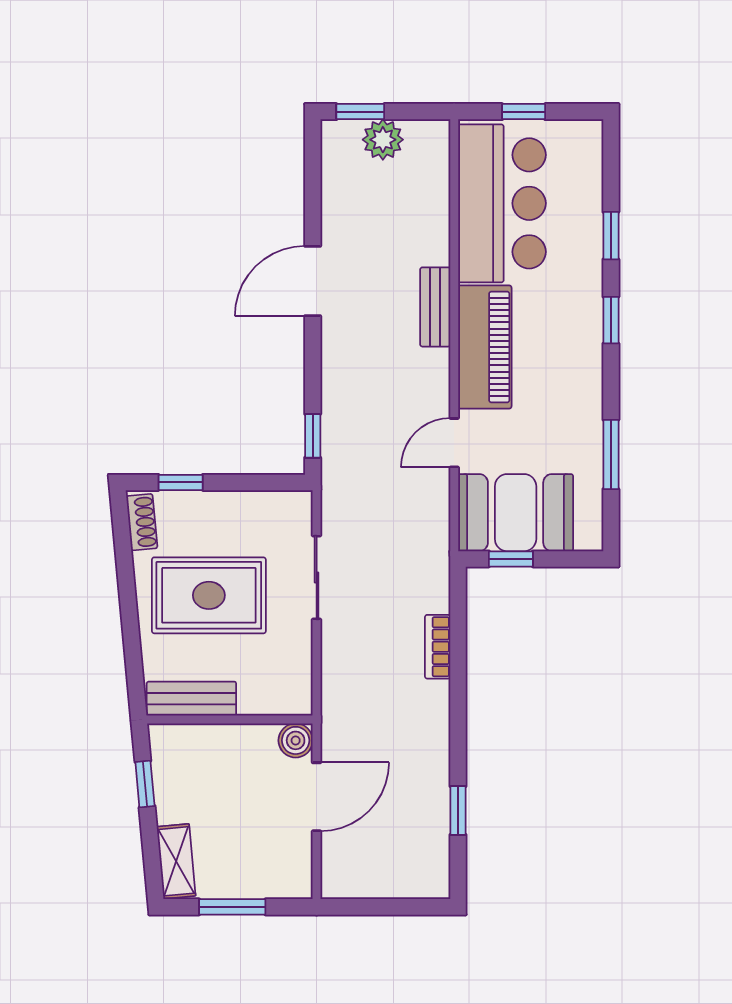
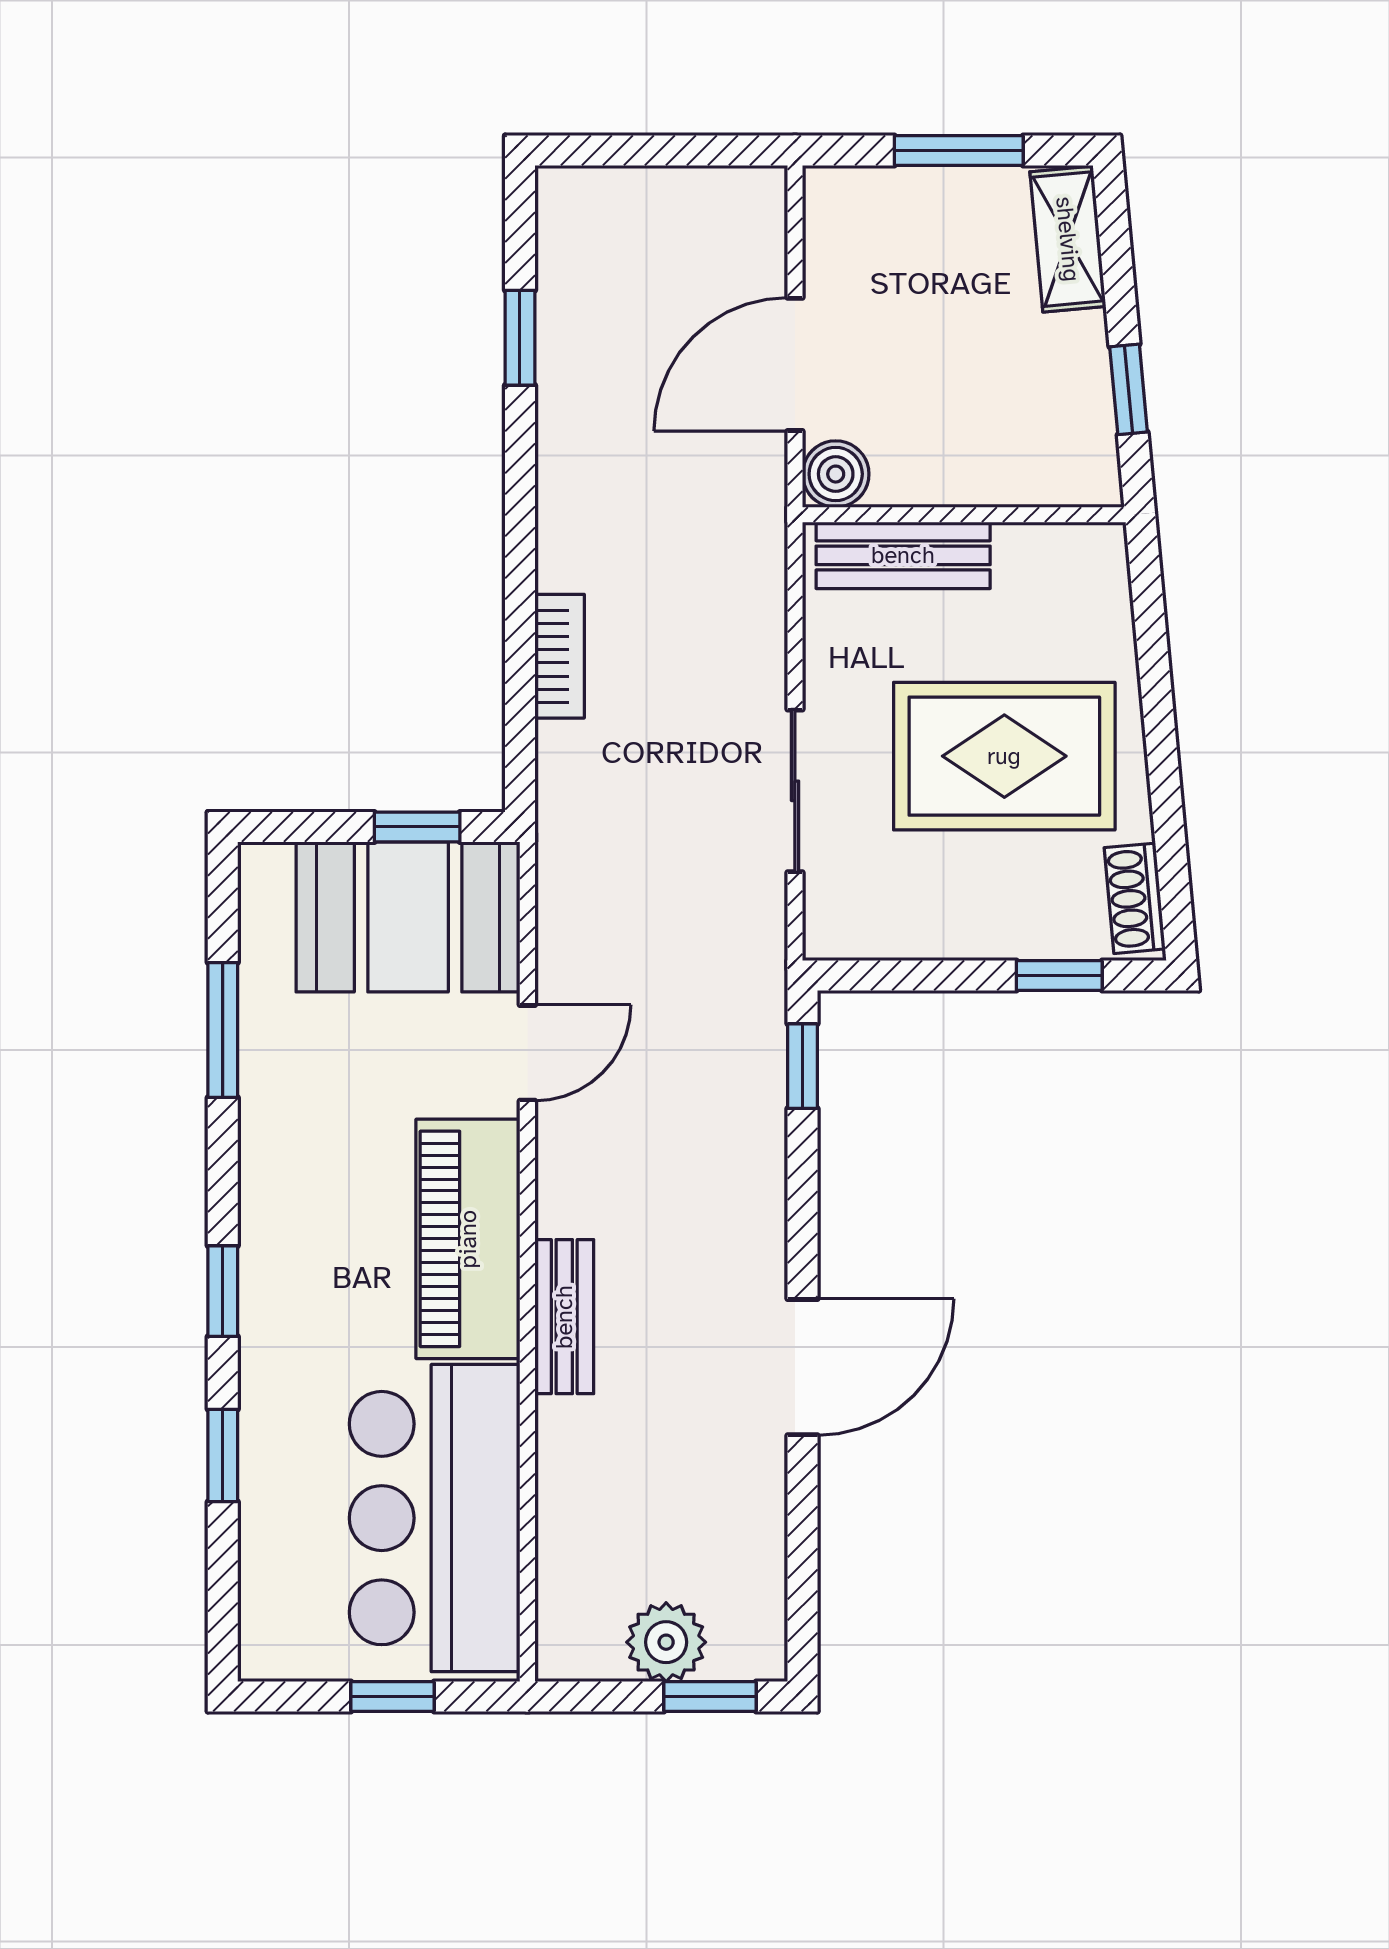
bench: (191, 699) -> (903, 555), moved

